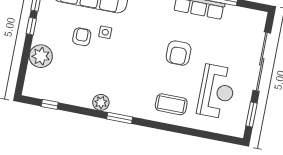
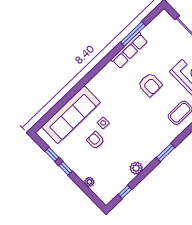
plant: (41, 56) -> (89, 182), width x0.53, depth x0.53
plant: (101, 102) -> (136, 168), moved

